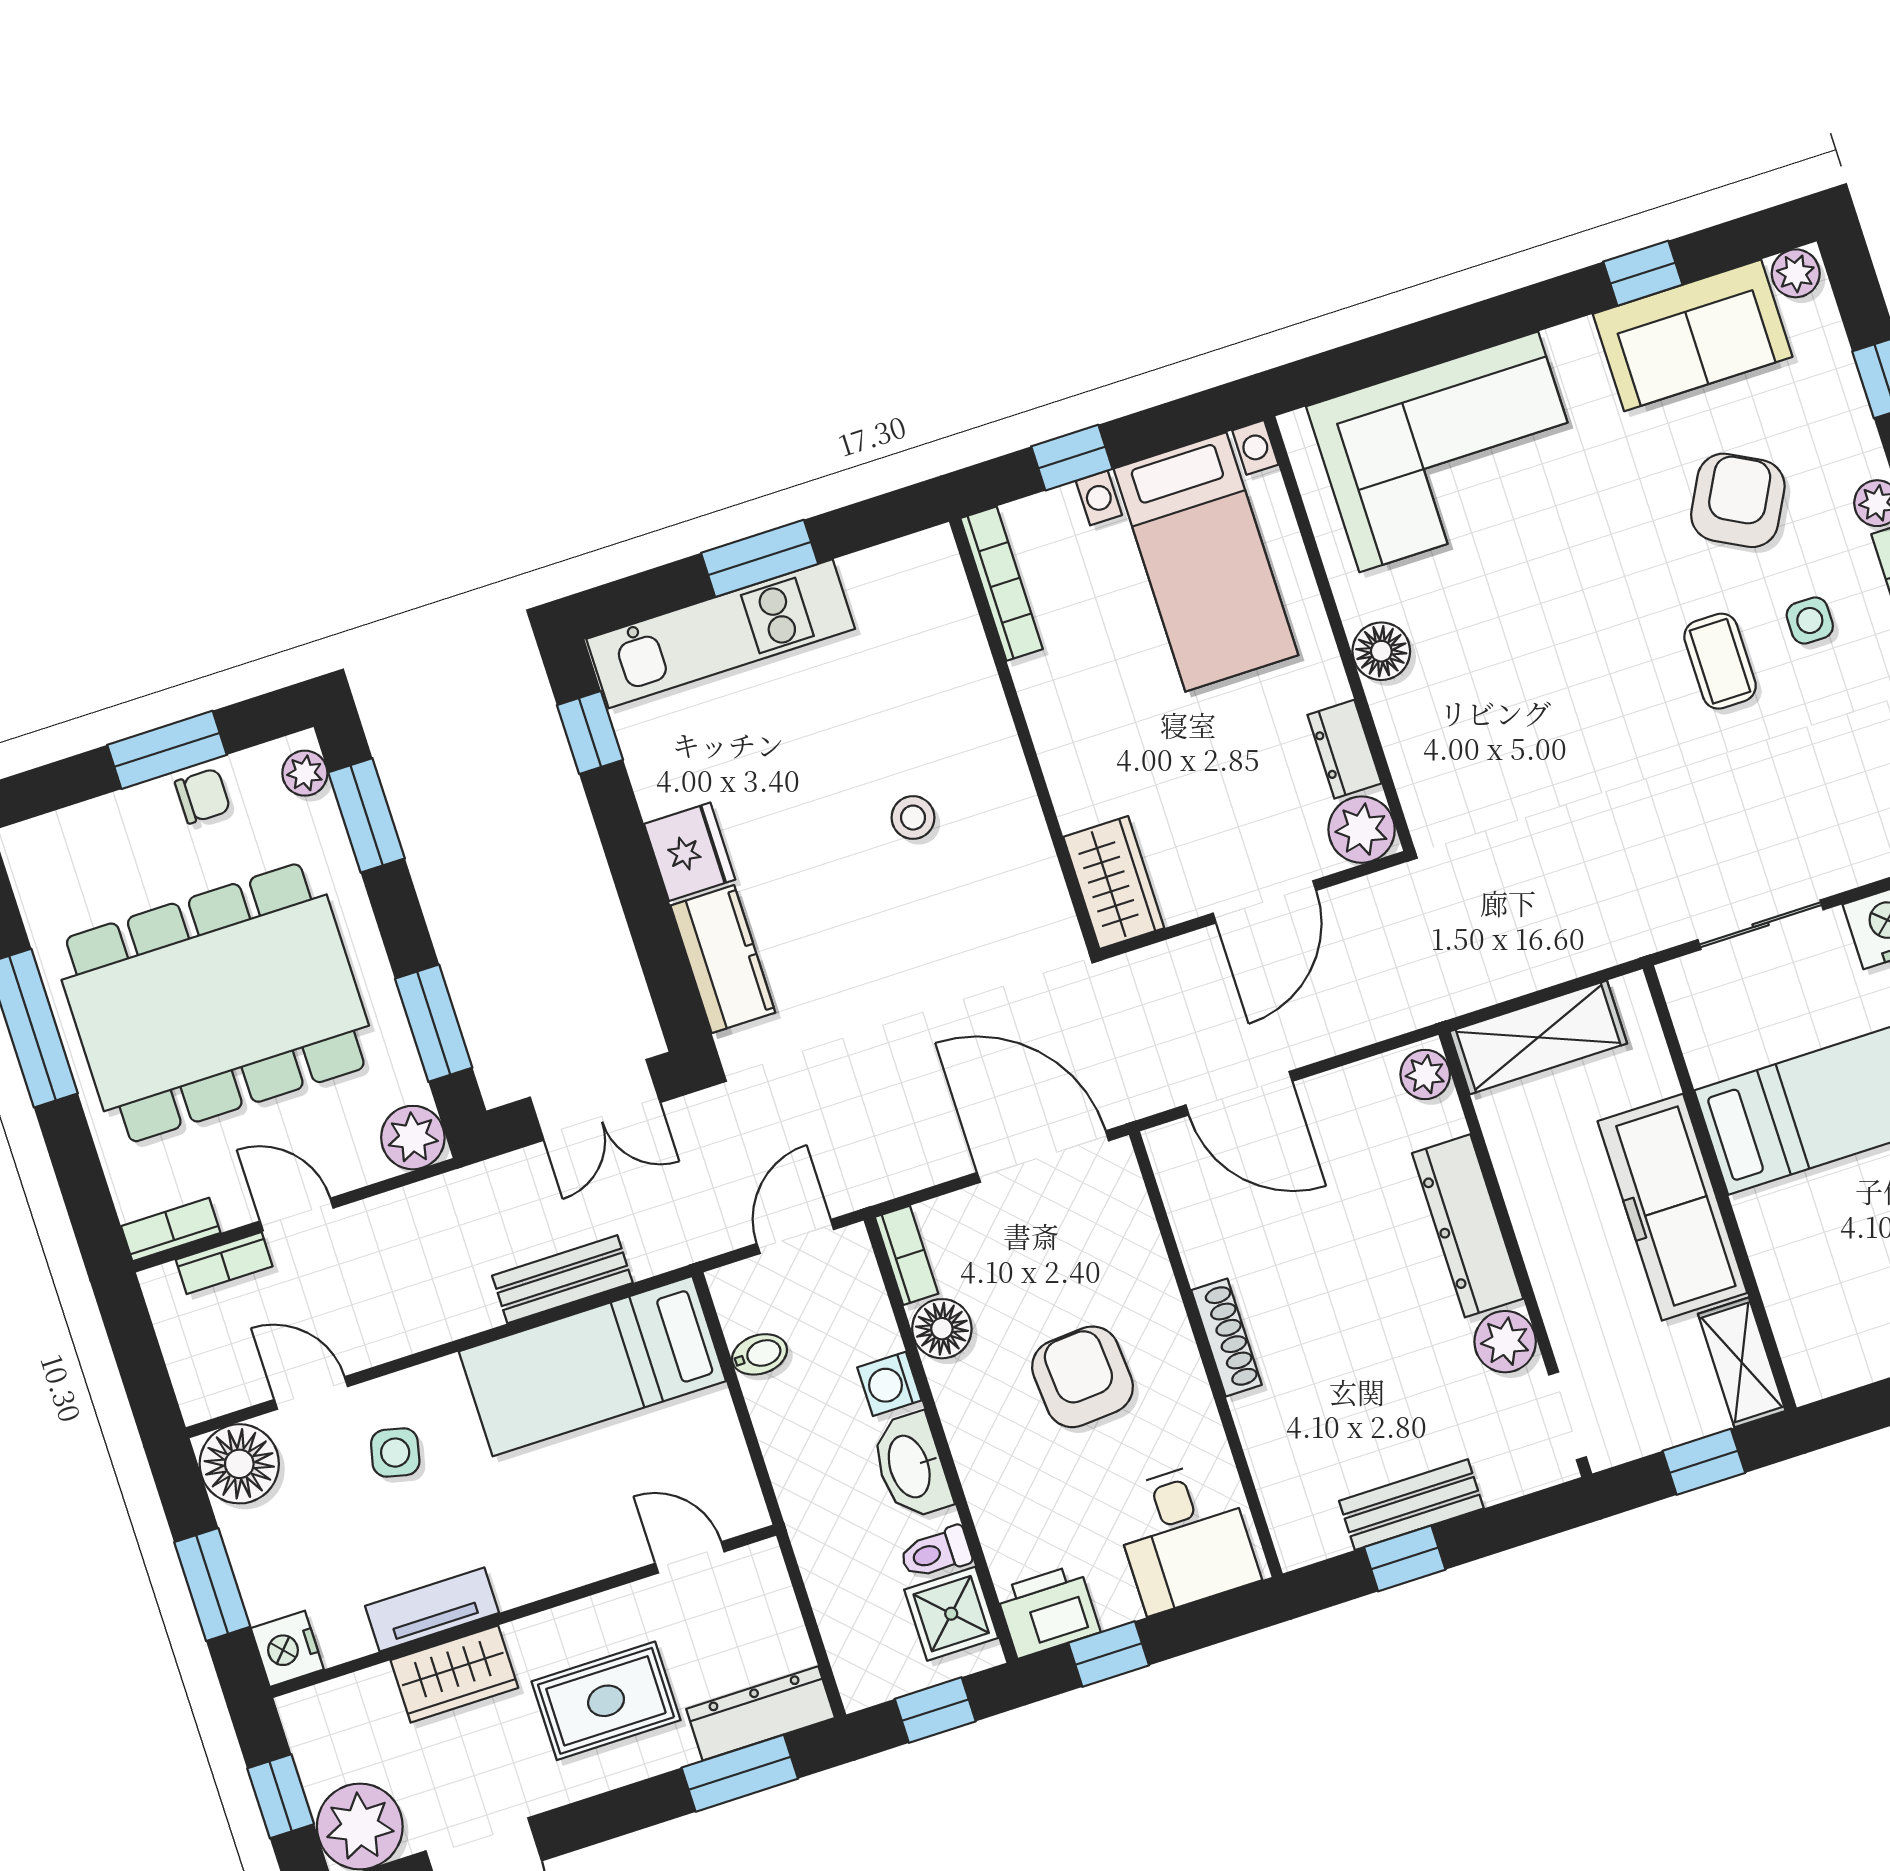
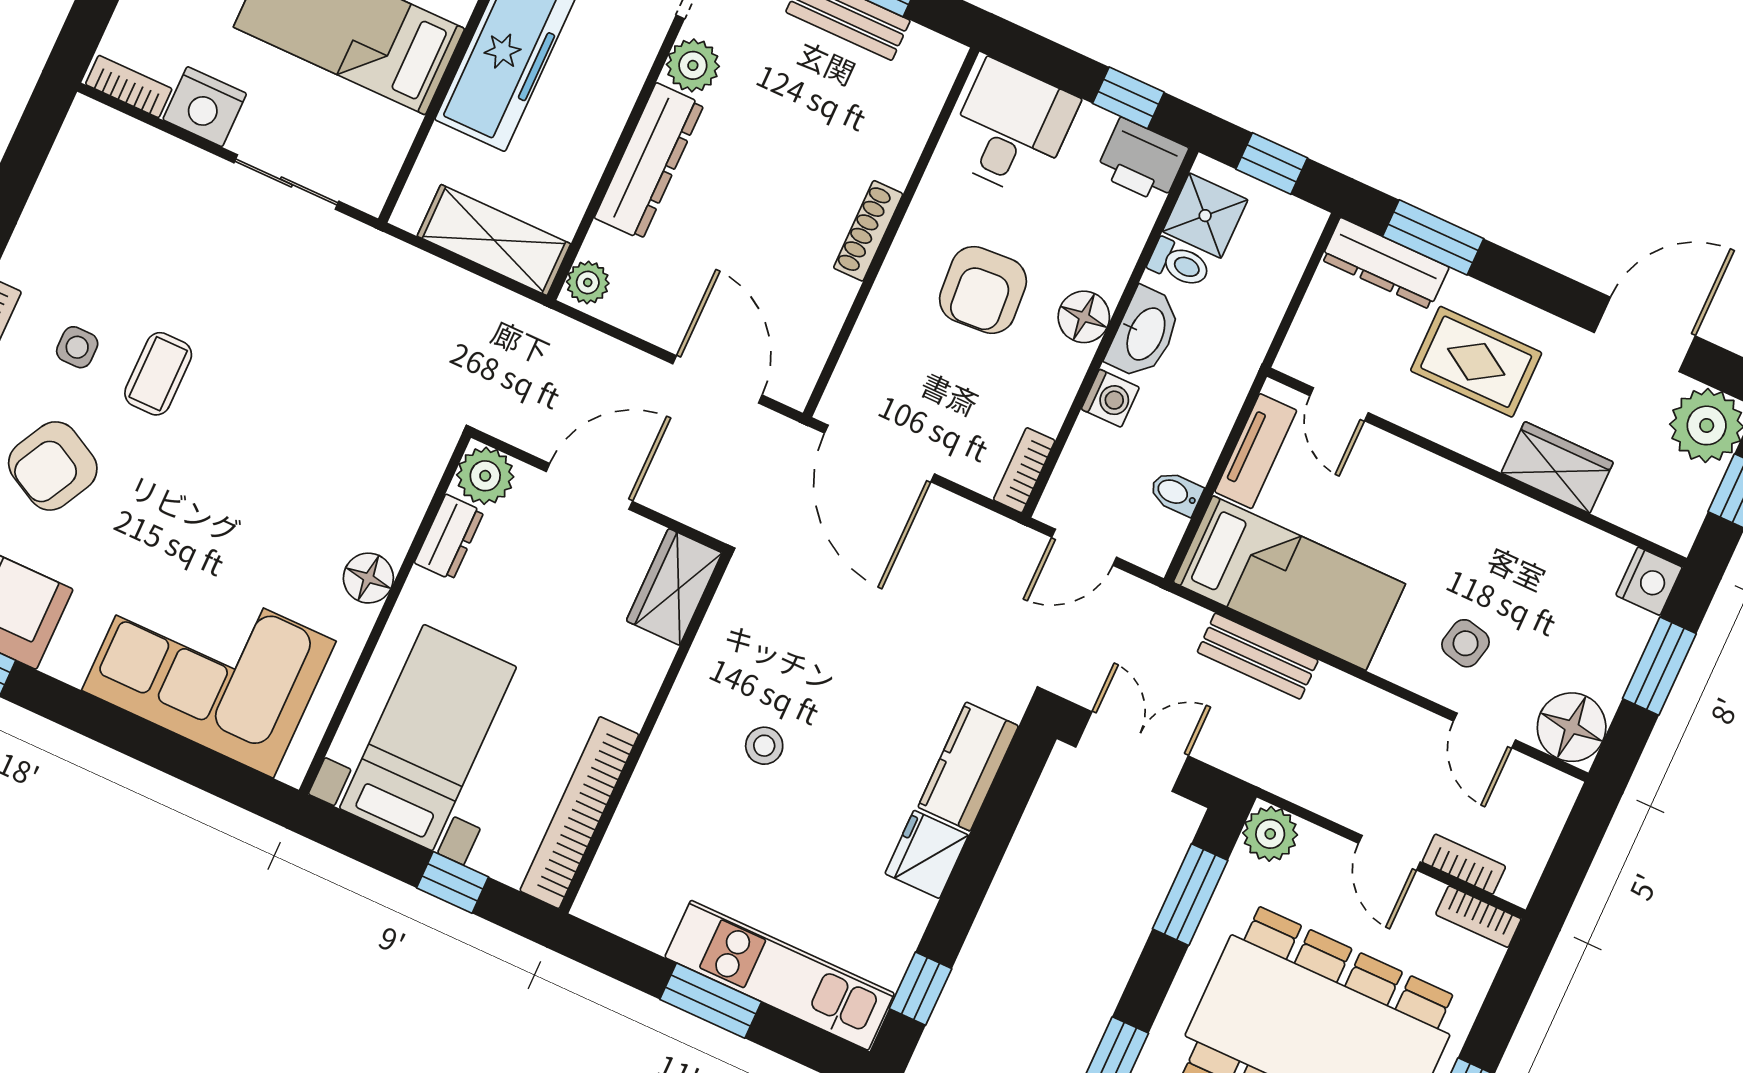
bookcase: (1002, 584) -> (579, 813), width x1.48, depth x1.31
floor lamp: (942, 1329) -> (1084, 317), moved
tv unit: (432, 1609) -> (1256, 451), moved, turned -90

